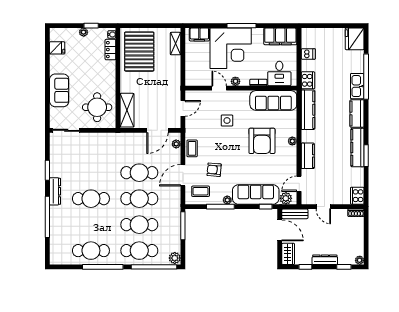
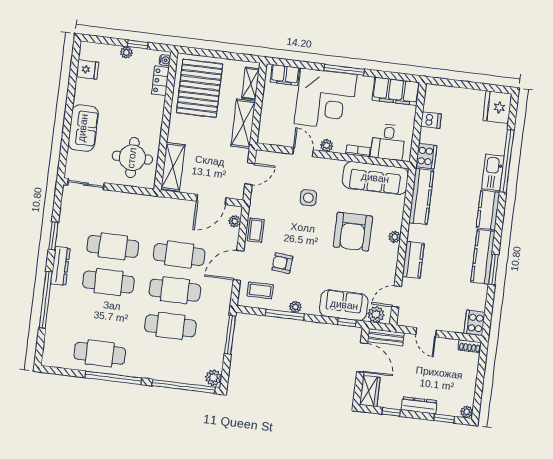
shelving: (174, 73) -> (243, 124), added
sofa: (256, 194) -> (344, 305), width x0.73
cafe table: (139, 251) -> (113, 246), moved

